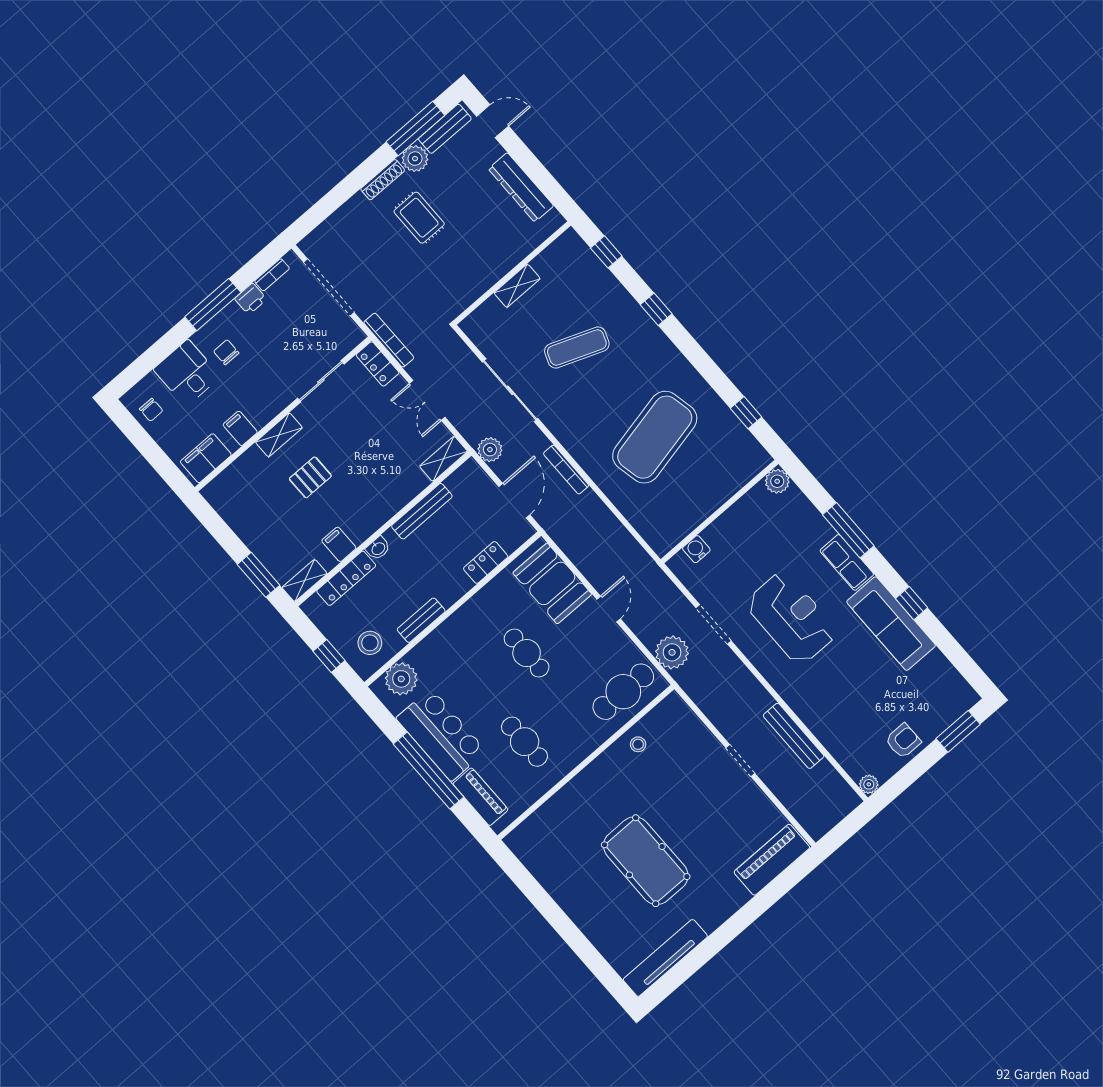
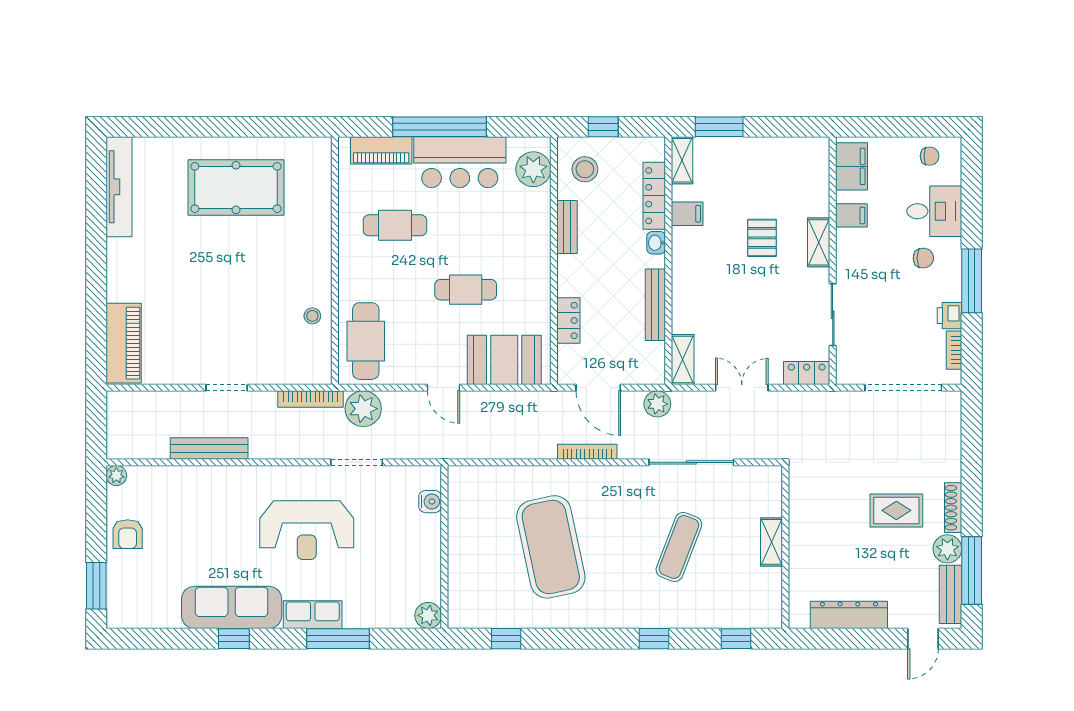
bookcase: (389, 340) -> (311, 399), moved
chair: (151, 410) -> (930, 156), turned 180
pool table: (646, 861) -> (236, 188), moved

